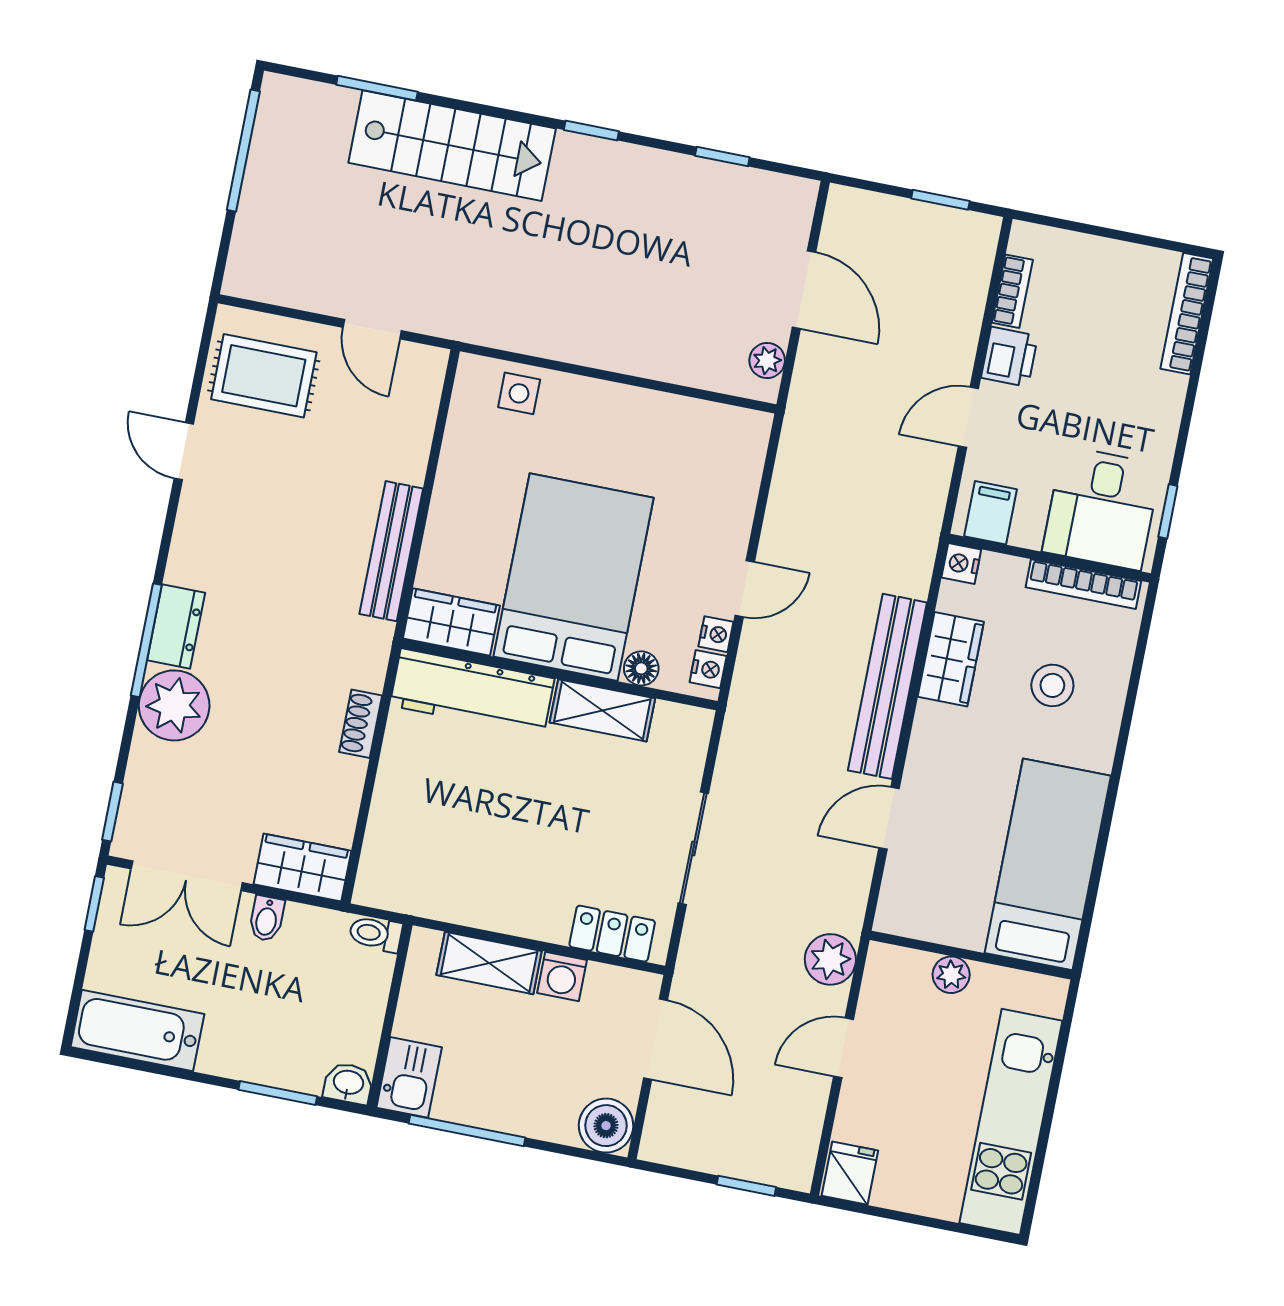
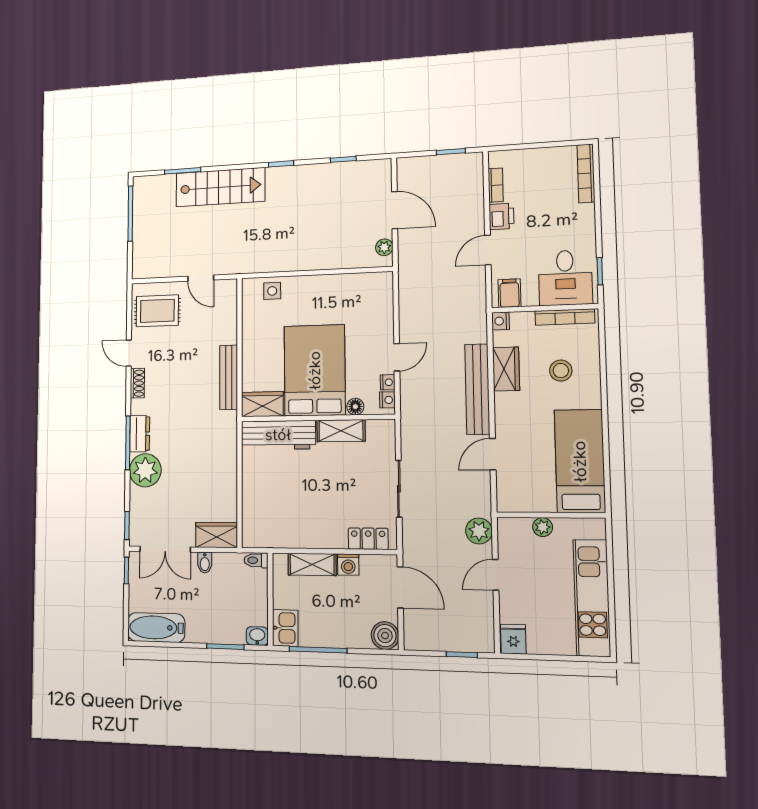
shoe rack: (361, 724) -> (137, 383), moved, turned 180

